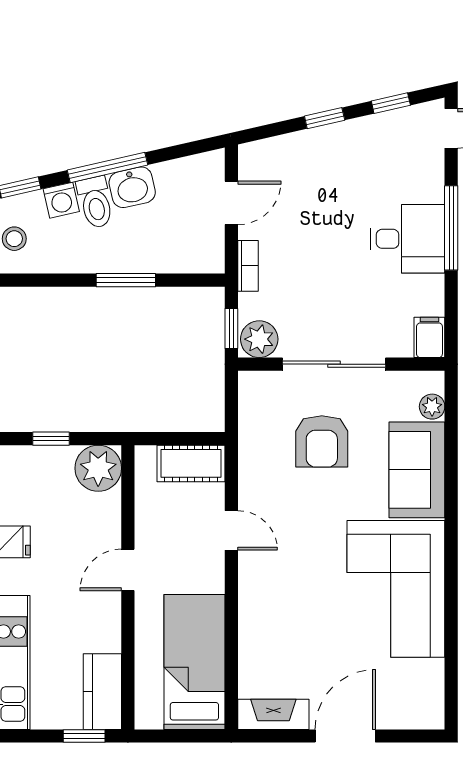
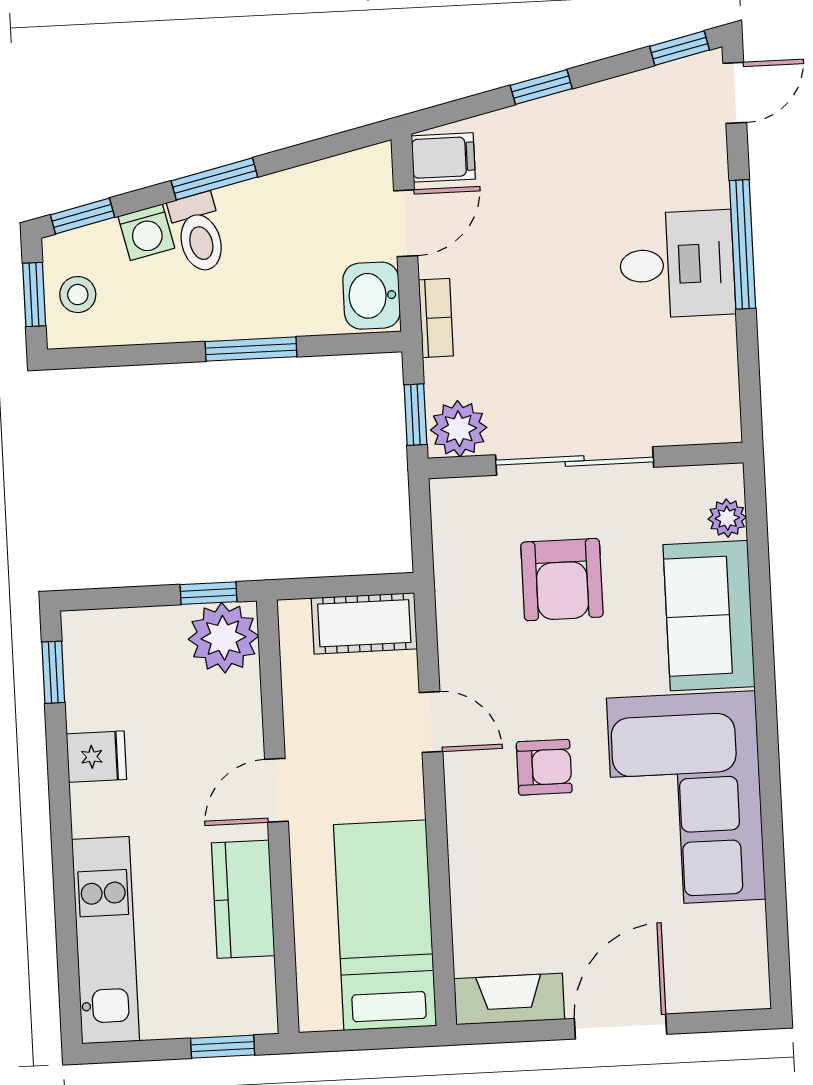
window: (391, 103) -> (680, 48), moved
window: (108, 167) -> (214, 179), width x0.69
washbasin: (132, 187) -> (372, 296), moved, turned 103
filing cabinet: (429, 337) -> (443, 157), moved, turned 90
window: (51, 439) -> (208, 593), moved
armchair: (304, 564) -> (544, 767), added
kitchen counter: (102, 692) -> (243, 899), moved

